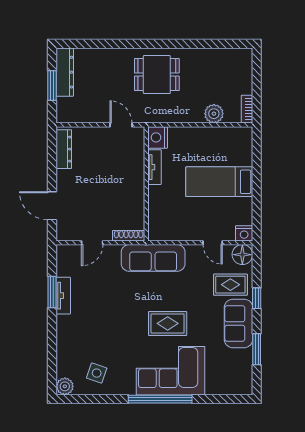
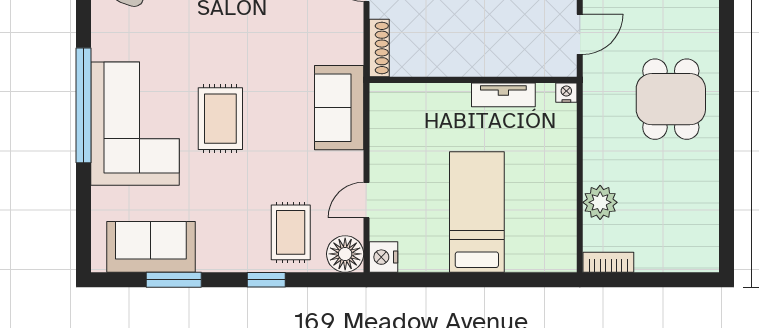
nightstand: (158, 137) -> (566, 93), width x0.53, depth x0.56
sofa: (153, 258) -> (339, 108), width x0.73
sofa: (238, 323) -> (151, 247), moved

